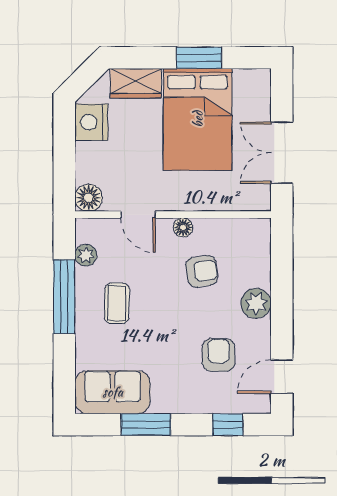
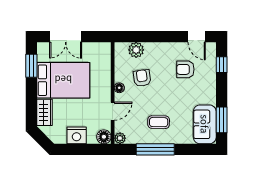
window: (199, 58) -> (31, 66), moved
nightstand: (91, 122) -> (77, 135), moved
double door: (282, 153) -> (66, 37), moved
plant: (86, 255) -> (120, 138), moved
plant: (256, 303) -> (136, 50), moved
window: (146, 425) -> (222, 120), moved

